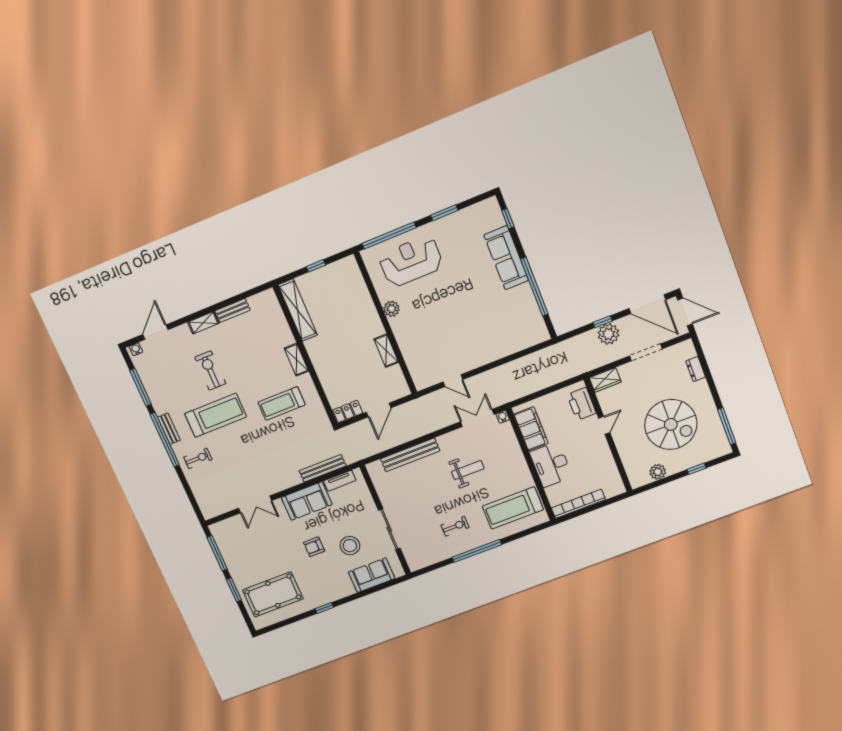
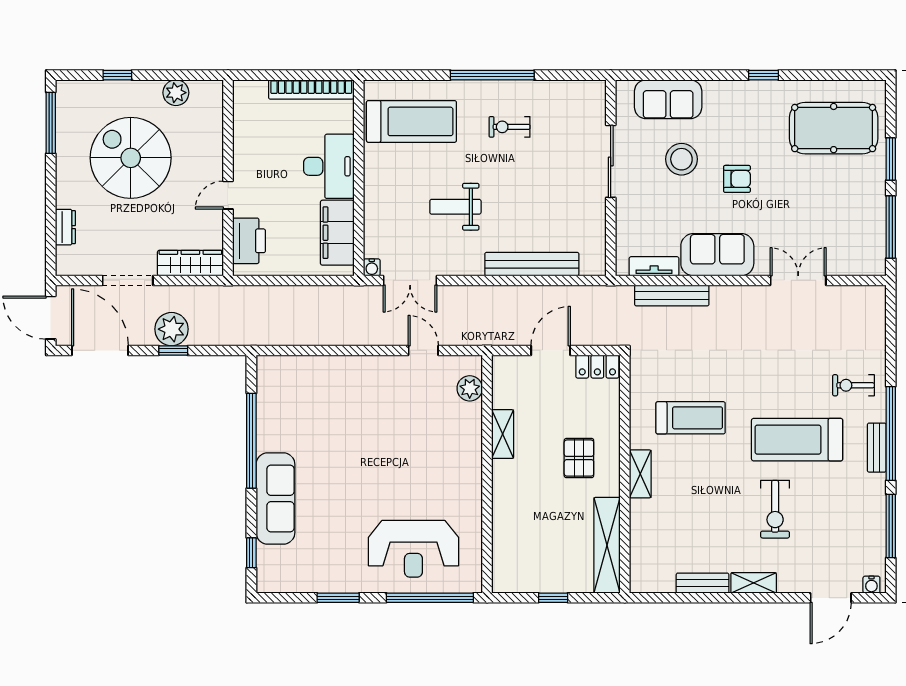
plant: (391, 309) -> (470, 388), moved
pallet: (336, 355) -> (579, 458), added
wardrobe: (605, 380) -> (190, 263), width x1.50

